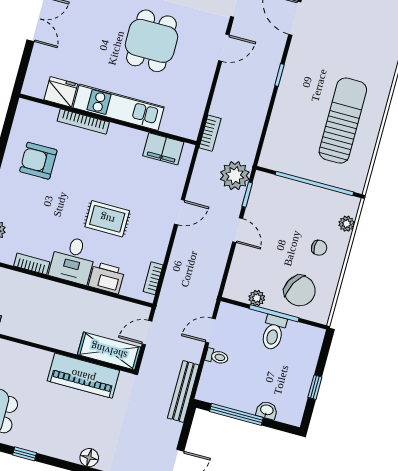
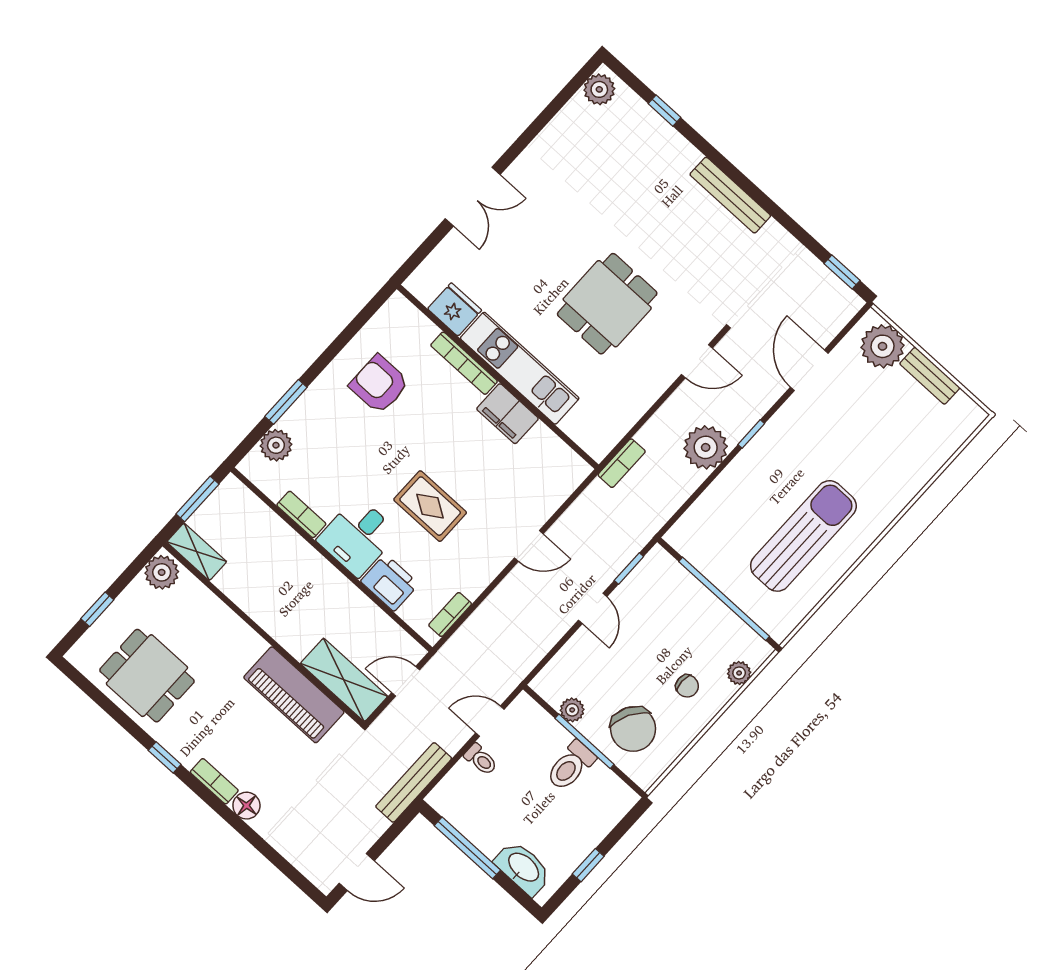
filing cabinet: (163, 149) -> (507, 414), moved
plant: (235, 176) -> (706, 447), moved
washbasin: (267, 410) -> (523, 868), width x1.91, depth x1.45
bookcase: (62, 453) -> (214, 781), added

